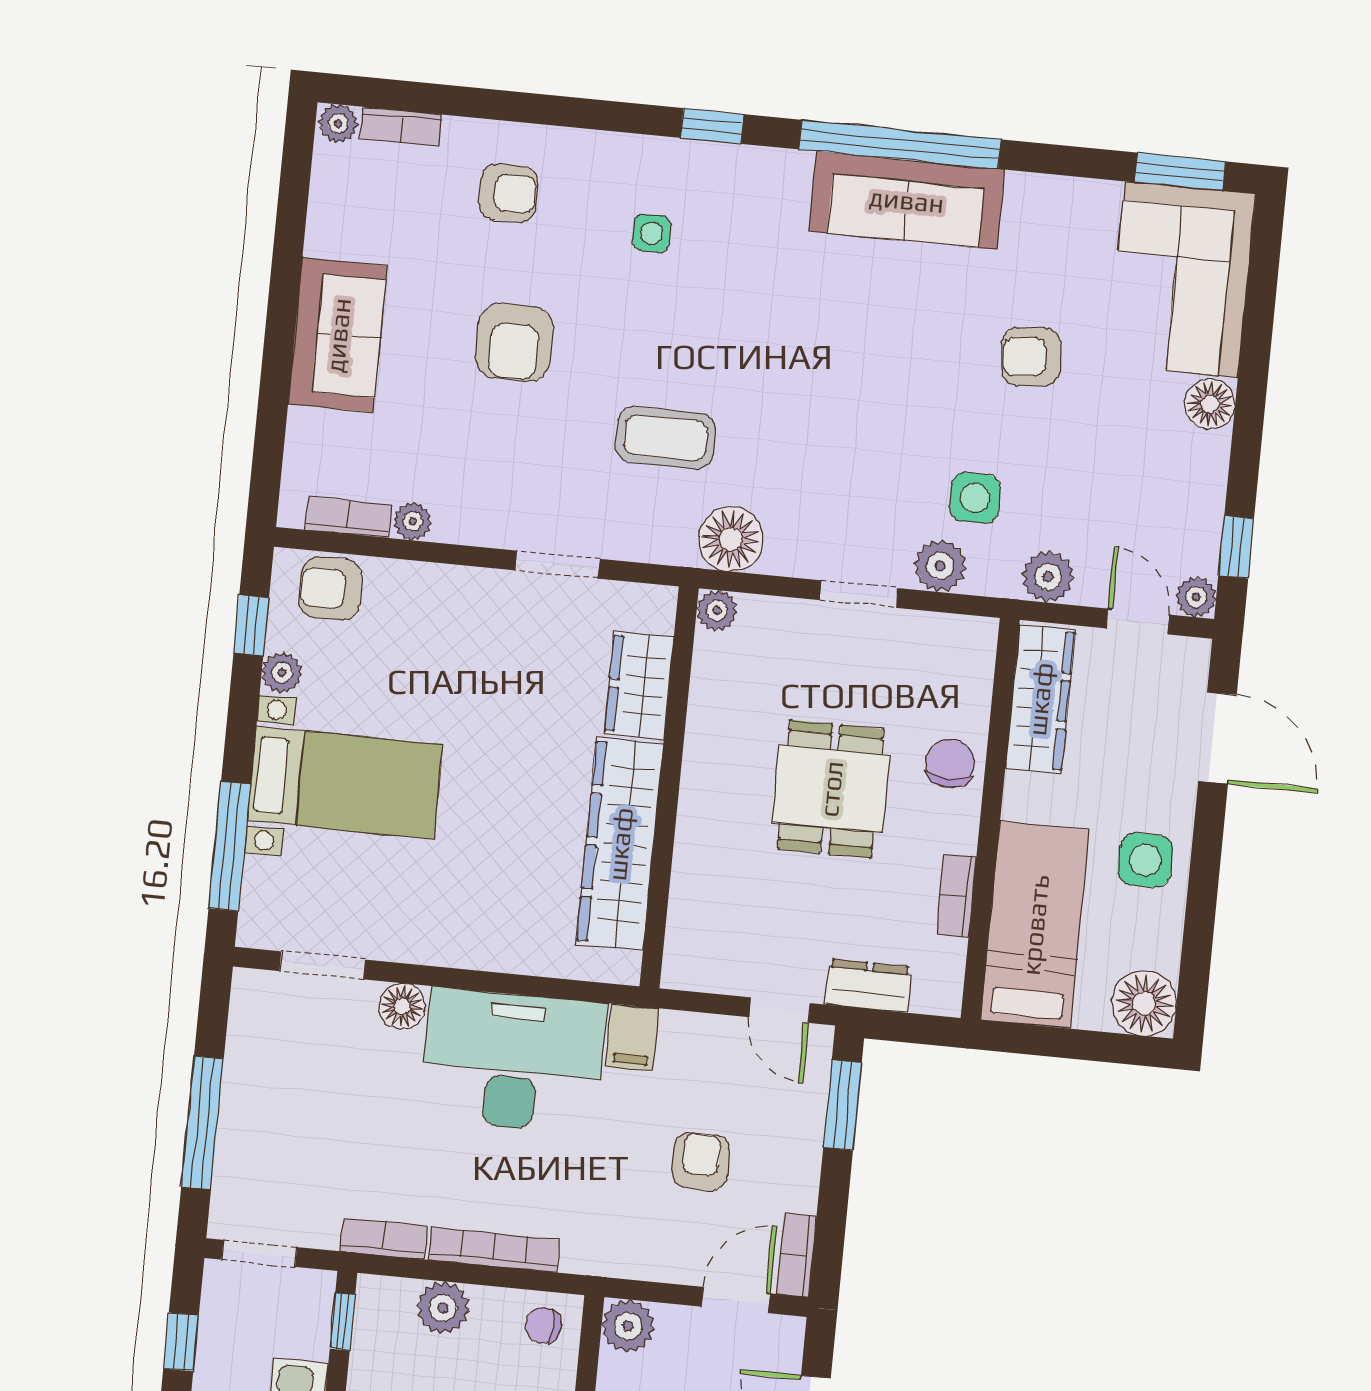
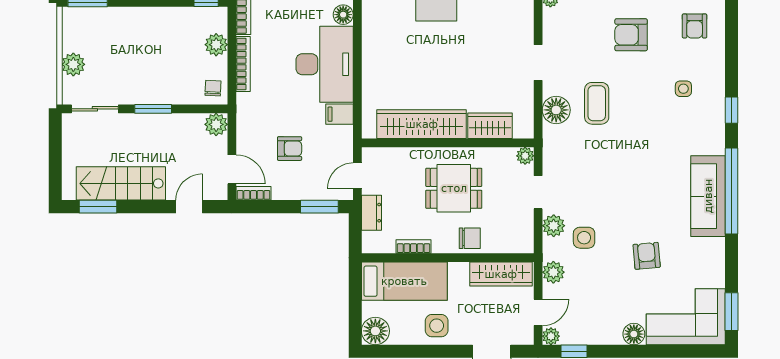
floor lamp: (731, 539) -> (556, 110), moved
plant: (717, 611) -> (525, 156), moved
wardrobe: (639, 685) -> (490, 126), moved
wall: (669, 787) -> (448, 143), moved
wardrobe: (620, 844) -> (422, 124), moved

